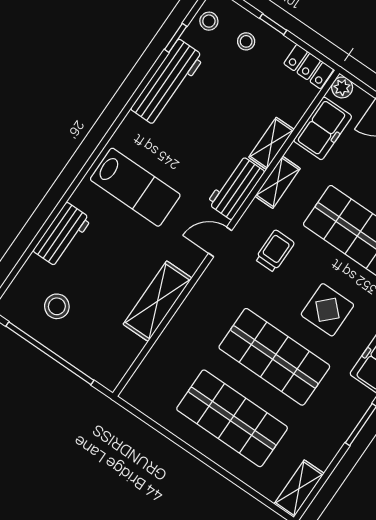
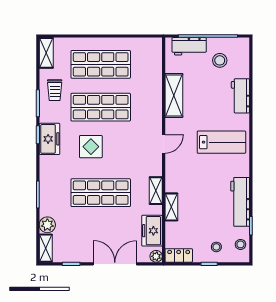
lab bench: (135, 187) -> (221, 142), turned 180
workbench: (236, 187) -> (189, 46), moved, turned 90
trolley: (275, 251) -> (55, 90), moved

